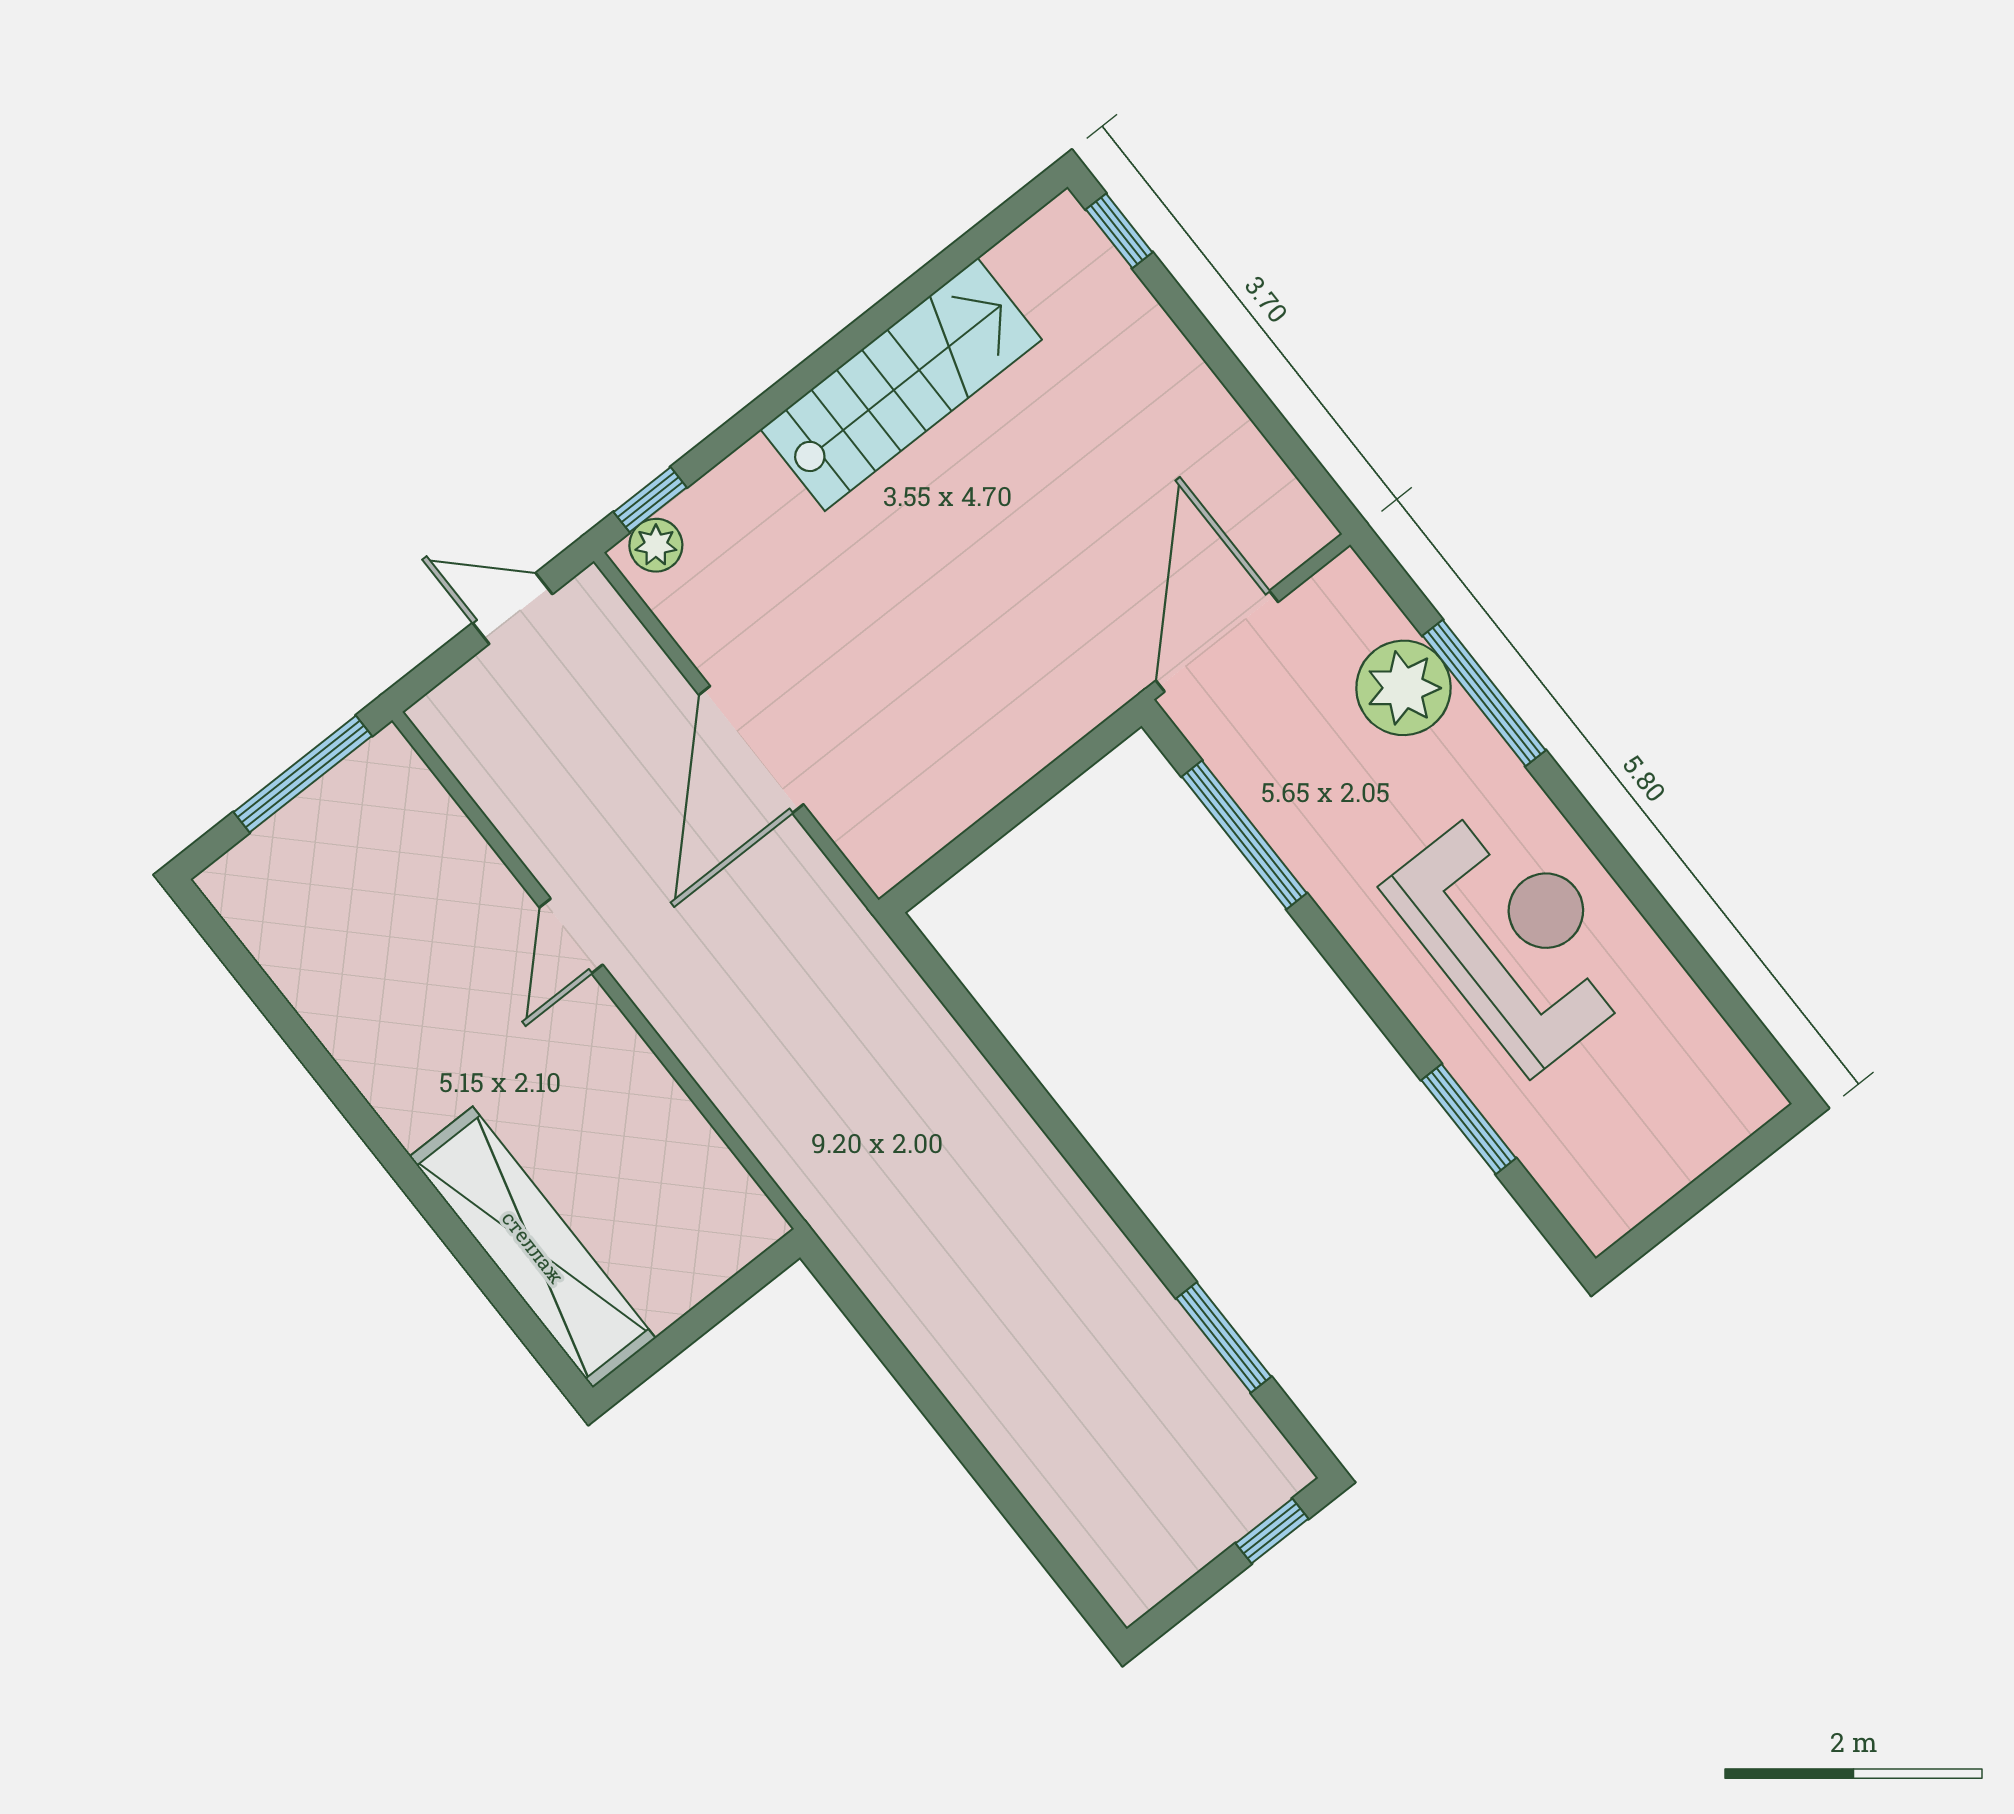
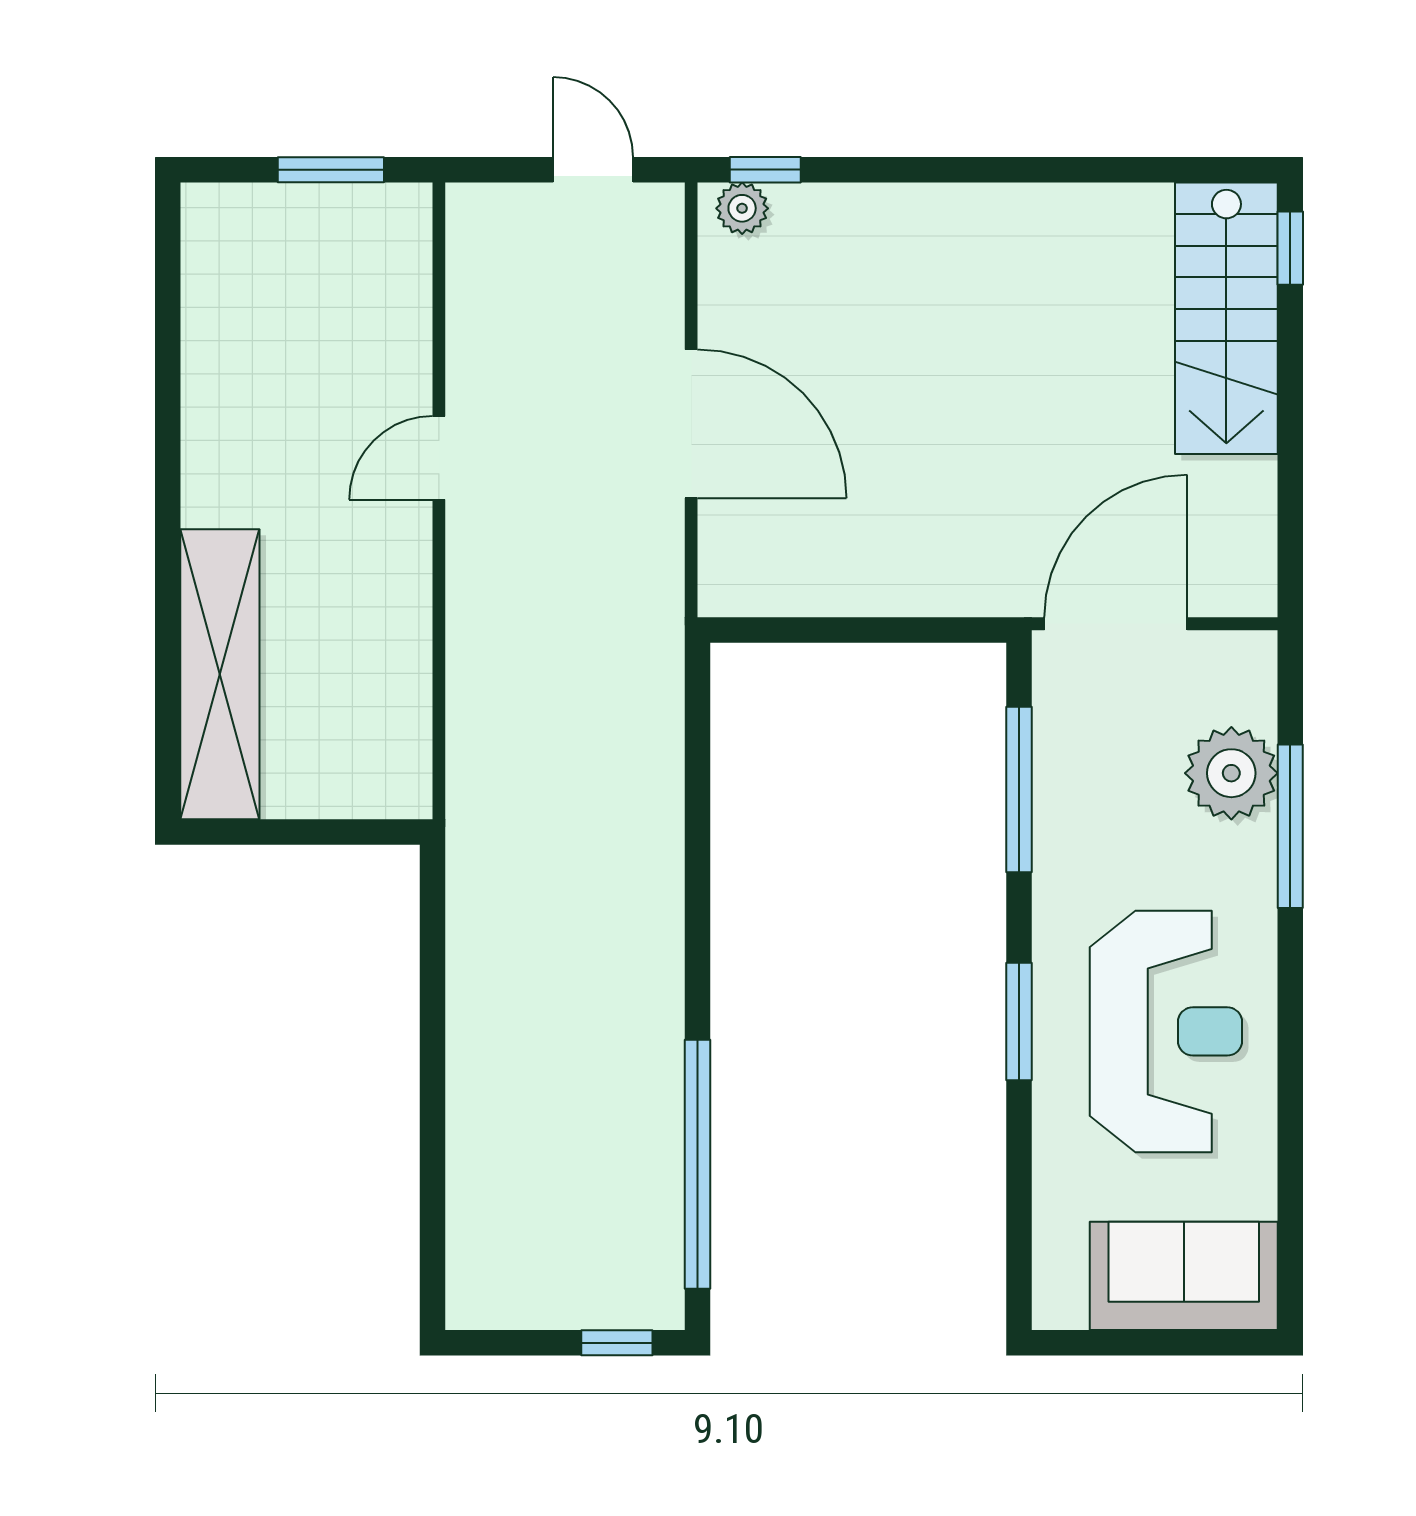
stairs: (901, 384) -> (1226, 318), moved, turned 90
door: (751, 750) -> (691, 424), swing flipped
window: (303, 774) -> (331, 170), width x0.69
window: (1469, 1119) -> (1019, 1021), moved
sofa: (1683, 1120) -> (1184, 1276), added
window: (1224, 1338) -> (697, 1164), width x2.11

